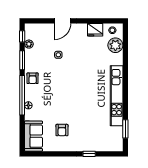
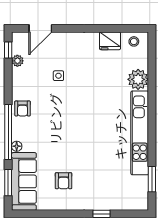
door: (63, 21) -> (40, 28), moved
plant: (115, 45) -> (138, 79), moved
window: (22, 60) -> (8, 183), moved
sofa: (34, 136) -> (24, 181), width x1.36

